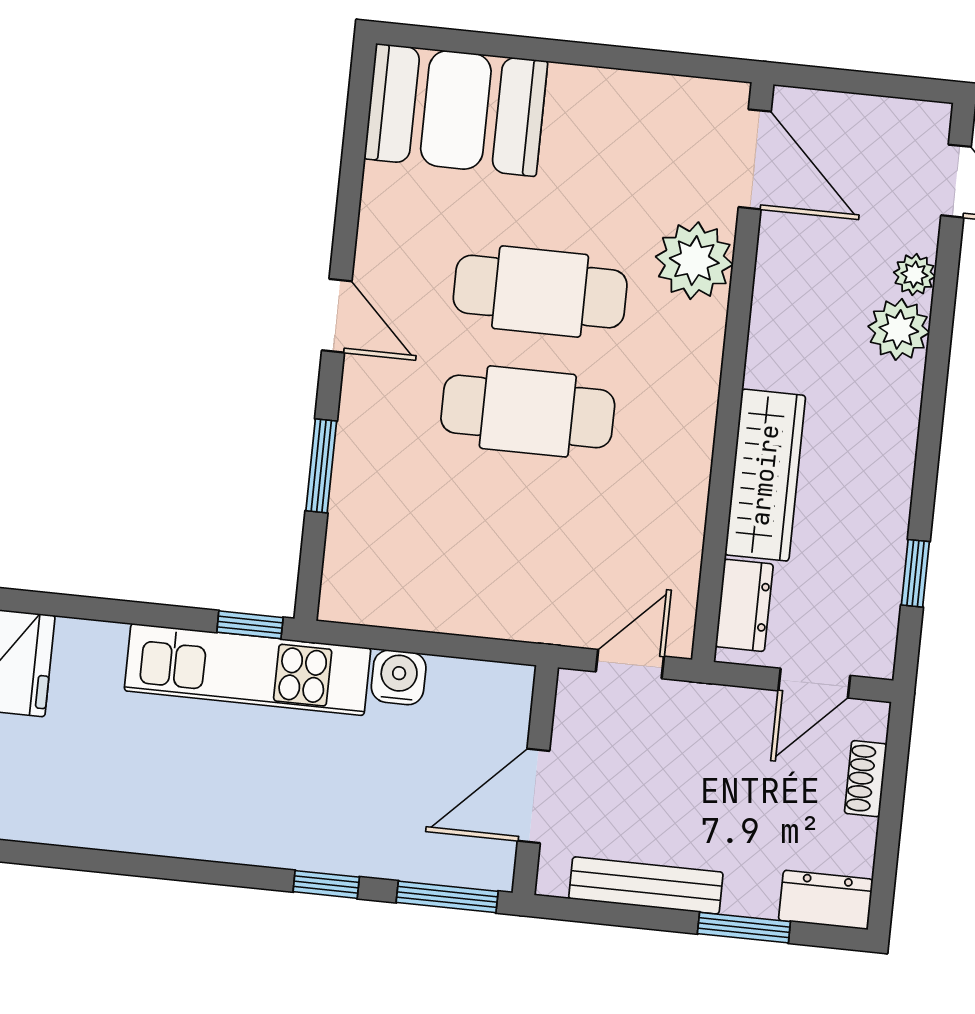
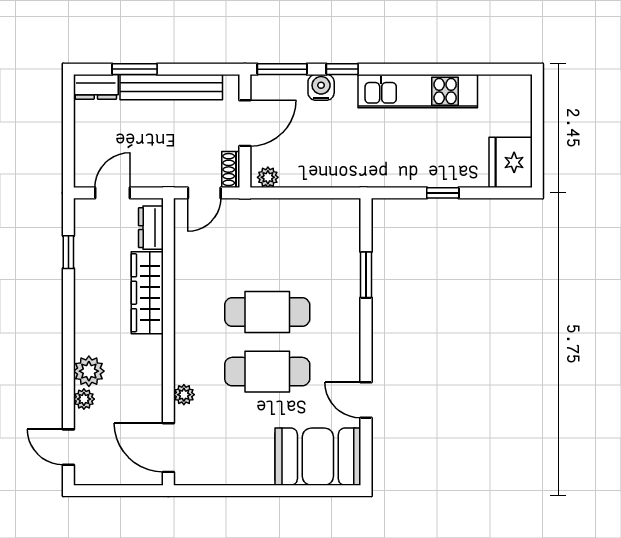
plant: (694, 261) -> (184, 395), width x0.53, depth x0.53
door: (337, 316) -> (366, 400), moved
window: (250, 625) -> (443, 193), moved
kitchen unit: (248, 669) -> (418, 91), moved, turned 180
water cooler: (399, 677) -> (321, 87), moved, turned 180
plant: (498, 682) -> (268, 177), added
shoe rack: (866, 779) -> (231, 170), moved, turned 180
bench: (646, 885) -> (171, 87), width x1.37, depth x1.21

